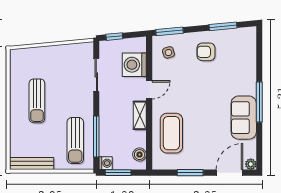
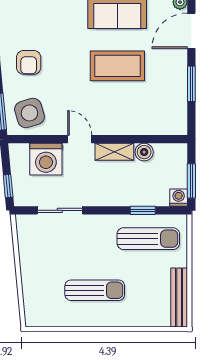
side table: (168, 52) -> (29, 113), width x1.87, depth x1.87
coffee table: (171, 133) -> (117, 66), moved
window: (96, 136) -> (143, 210), width x0.46
boiler: (140, 155) -> (144, 152), moved
door: (229, 173) -> (191, 31), hinge flipped

